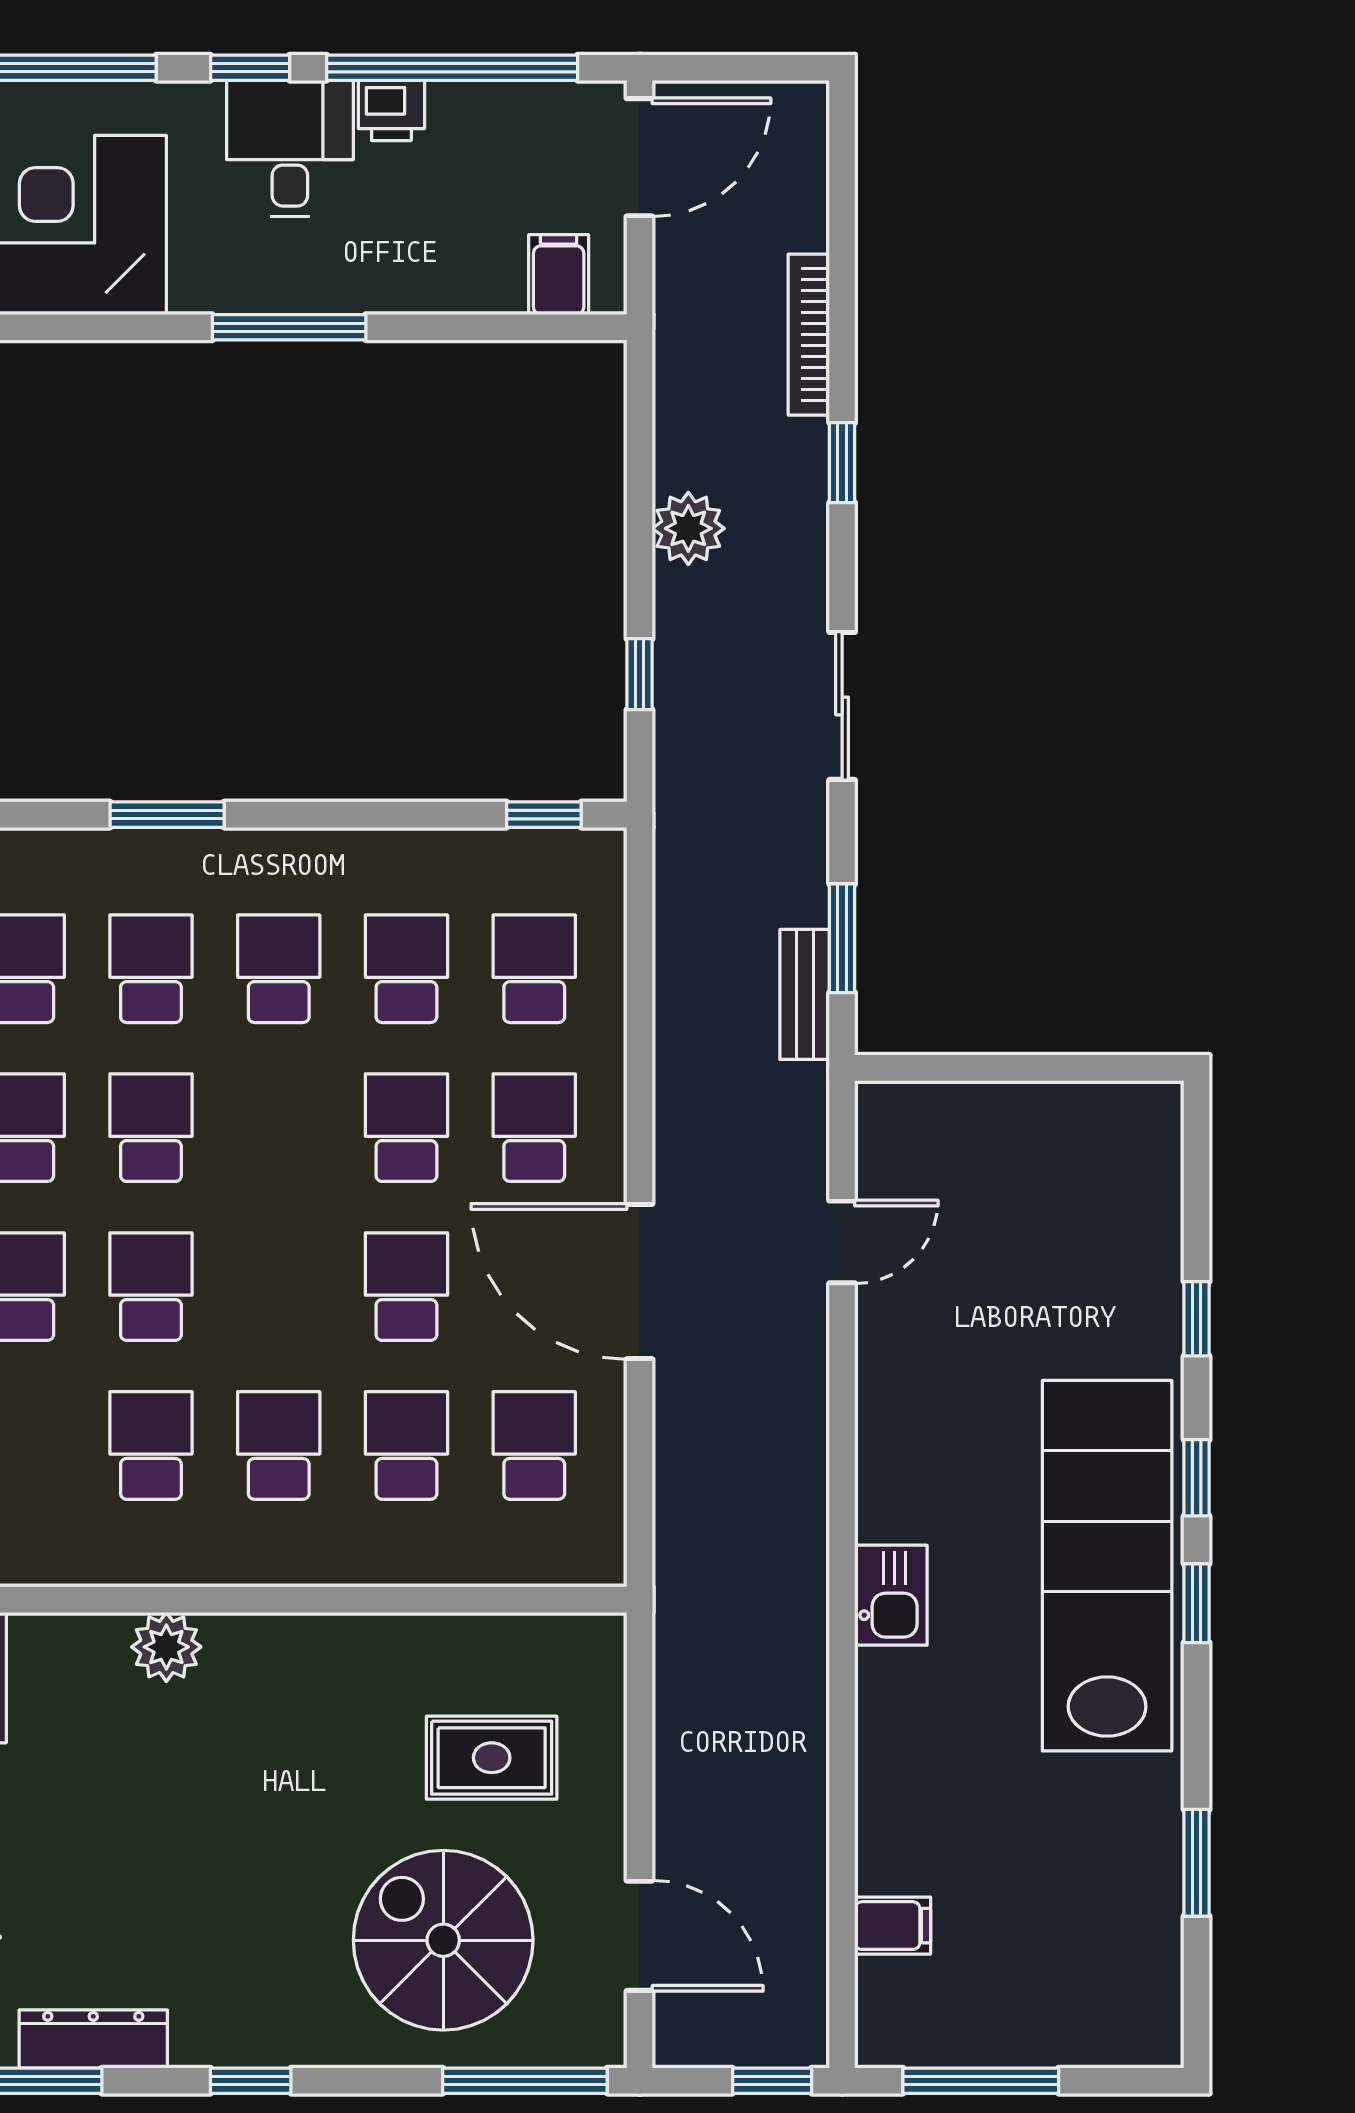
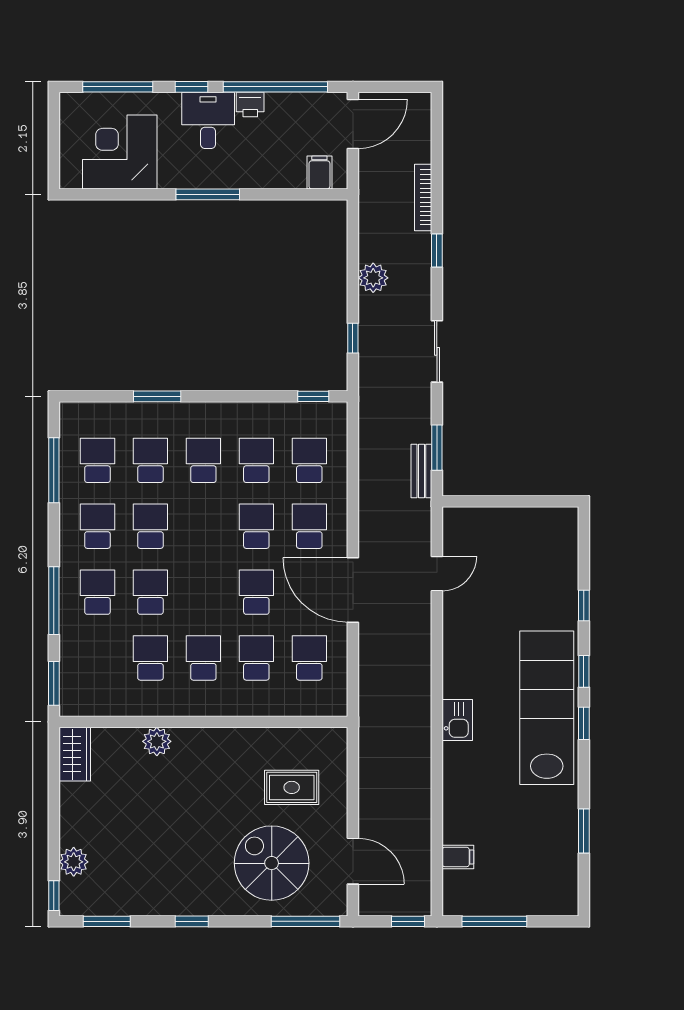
dresser: (93, 2039) -> (127, 904), removed

